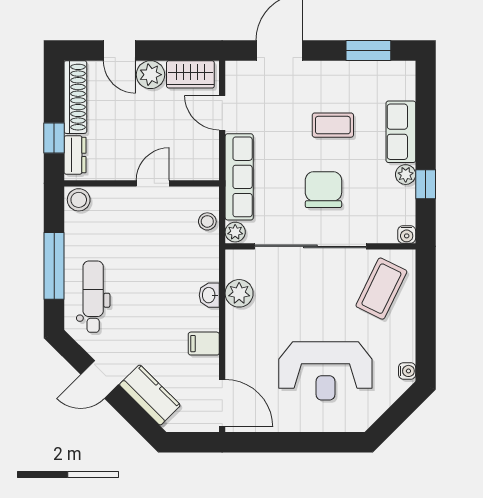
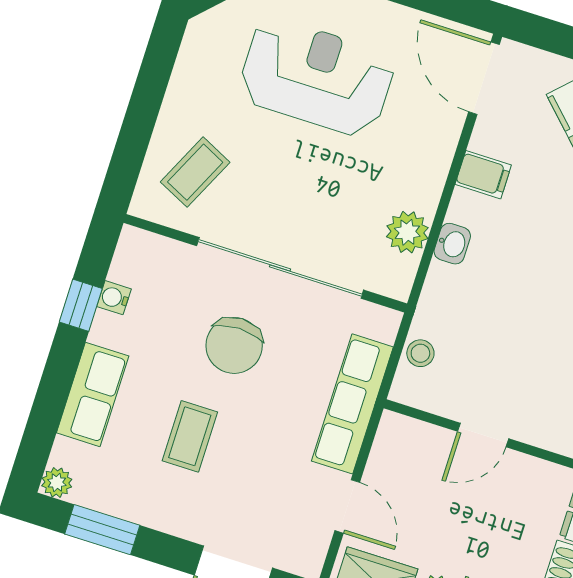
coffee table: (333, 125) -> (190, 436), turned 90
plant: (406, 175) -> (57, 483), moved
plant: (235, 232) -> (384, 324), removed
water cooler: (407, 234) -> (114, 298), moved, turned -90
coffee table: (381, 289) -> (195, 172), width x0.73, depth x0.77
water cooler: (407, 371) -> (196, 38), removed

